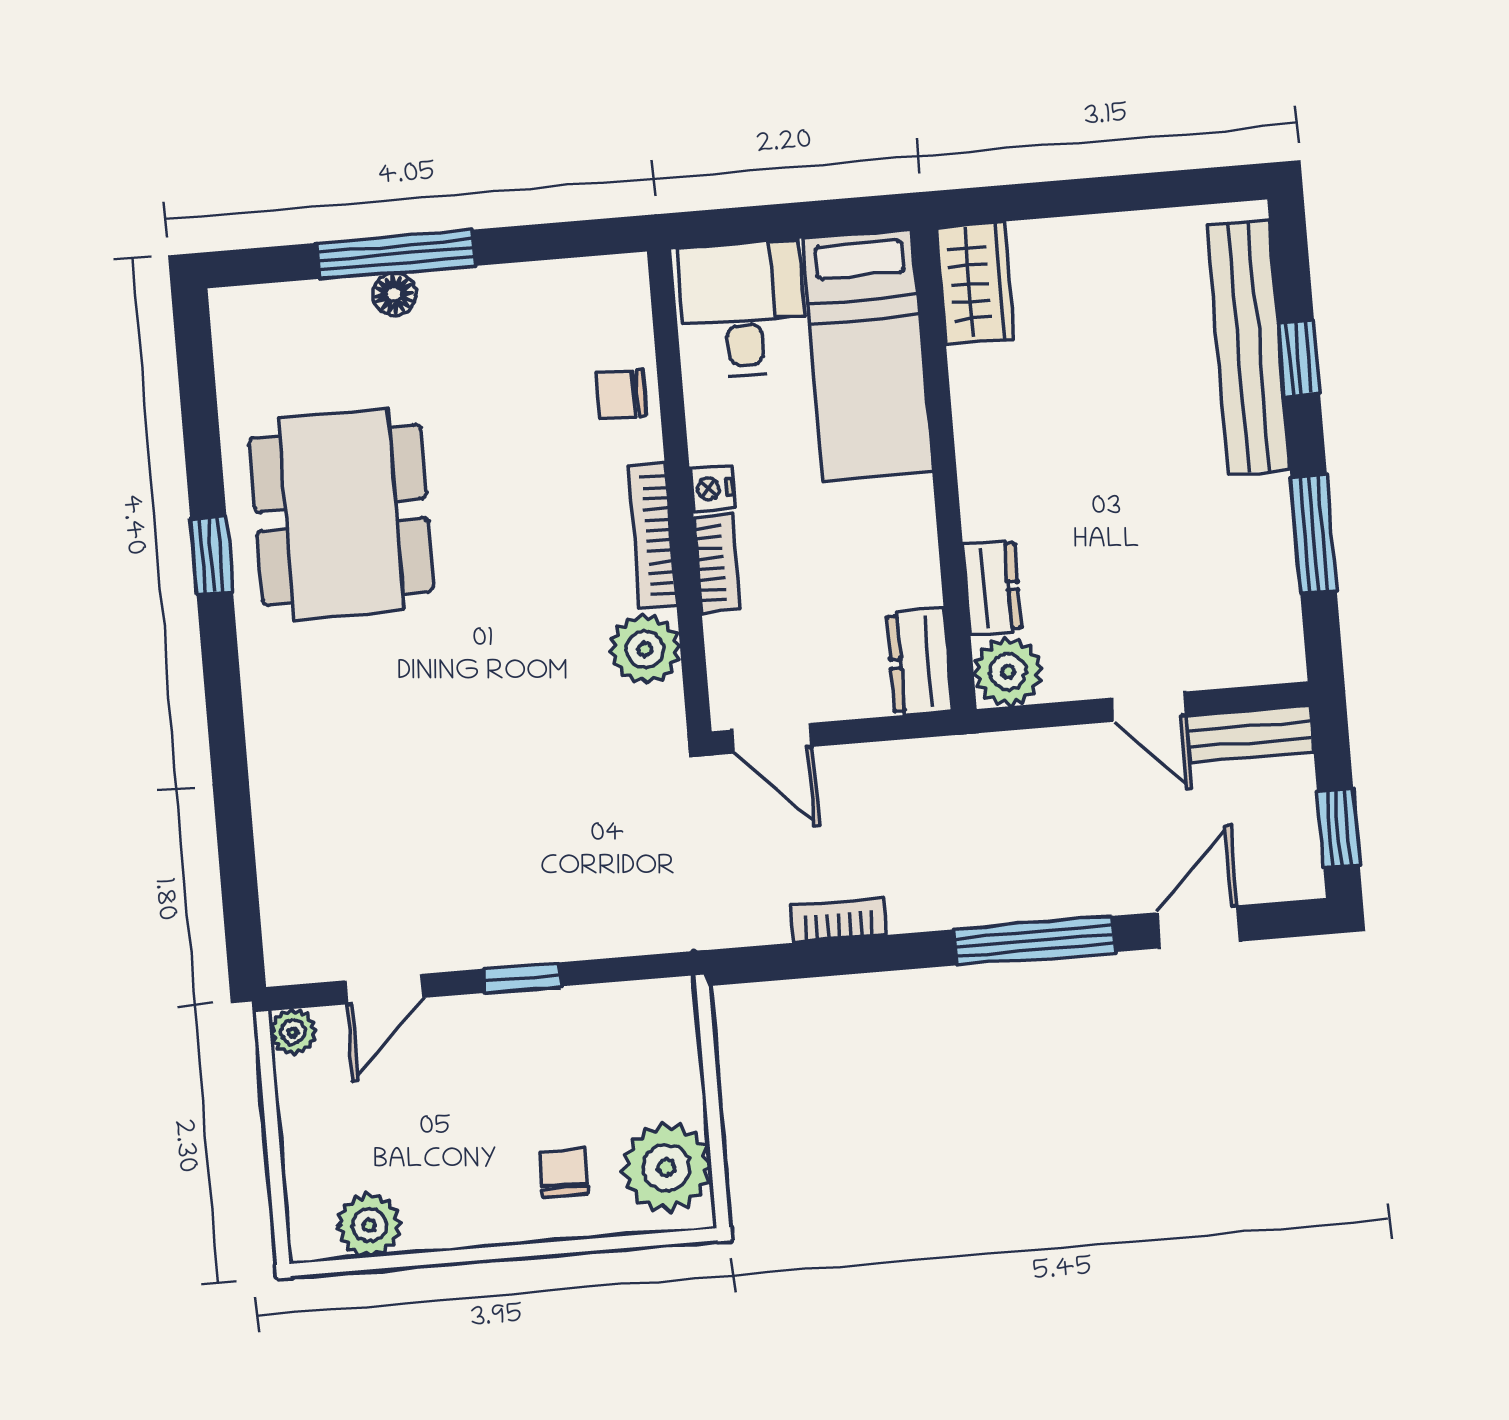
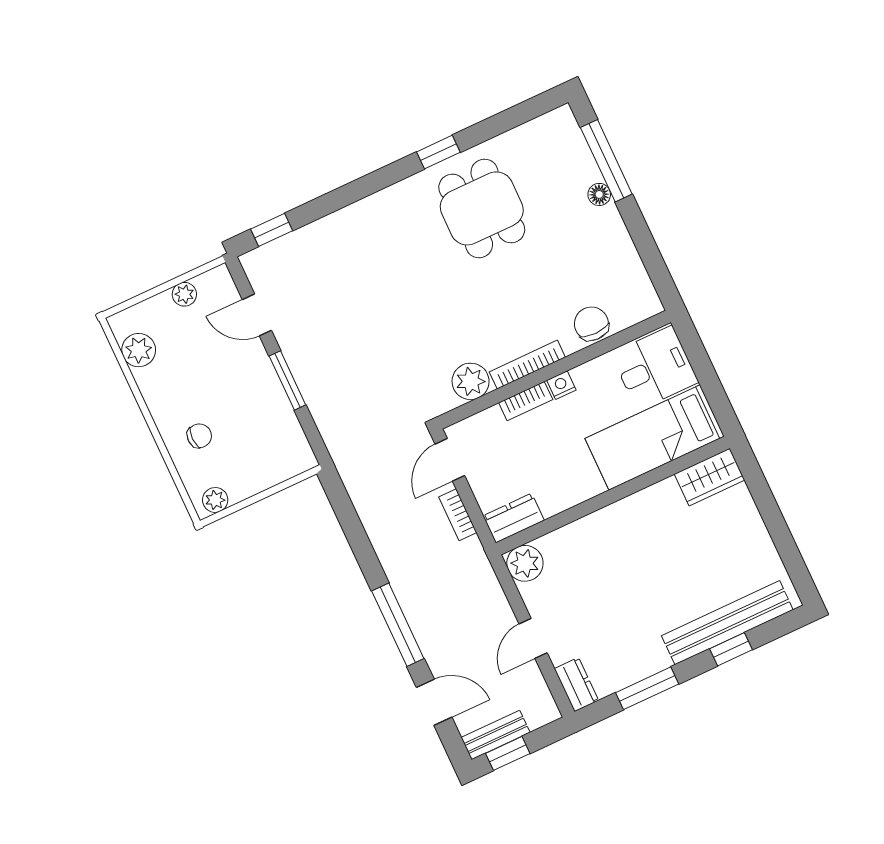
window: (396, 254) -> (606, 161), moved
chair: (621, 394) -> (591, 324), width x1.37, depth x1.37
dining table: (342, 515) -> (482, 208), width x0.73
dresser: (992, 588) -> (576, 685), moved, turned -90
bench: (1250, 734) -> (496, 735), moved, turned 90
window: (241, 907) -> (272, 230), added
bookcase: (839, 920) -> (458, 515), moved, turned 180
window: (522, 978) -> (287, 380), width x1.50
plant: (293, 1032) -> (184, 294), moved
plant: (667, 1167) -> (215, 500), width x0.53, depth x0.53

